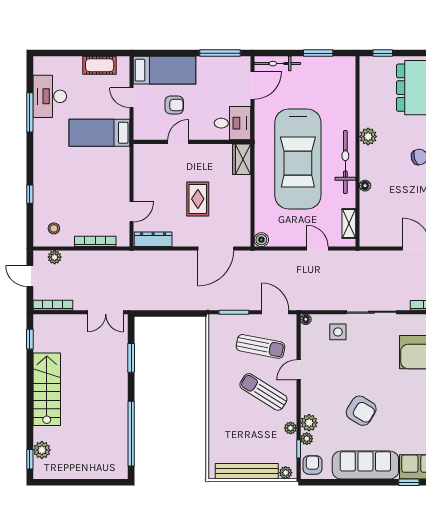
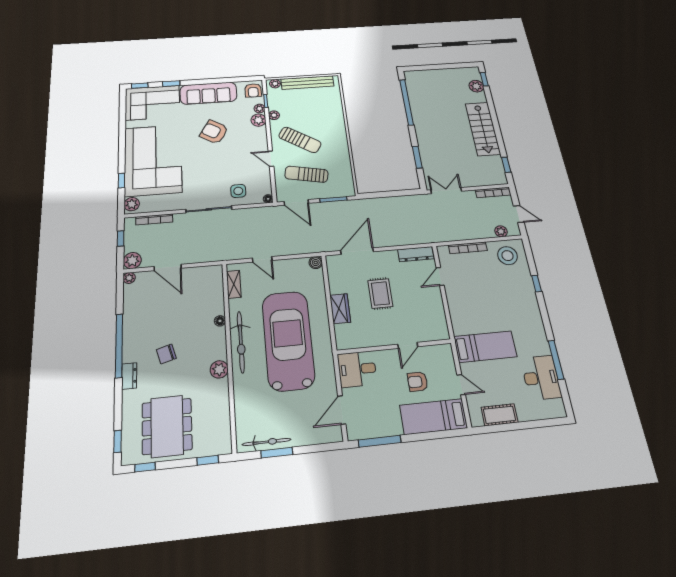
bicycle: (277, 64) -> (267, 442), moved
wardrobe: (242, 159) -> (340, 309), moved
stool: (54, 228) -> (508, 256), width x1.89, depth x1.89
door: (299, 370) -> (271, 159), swing flipped

